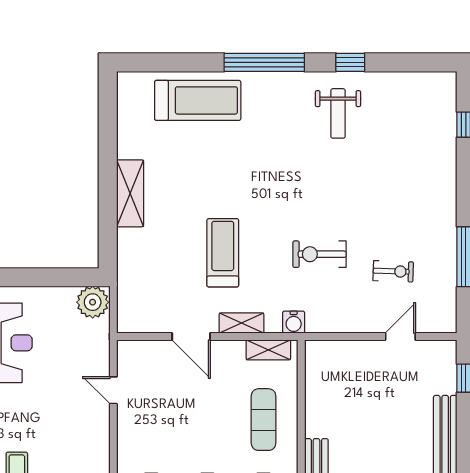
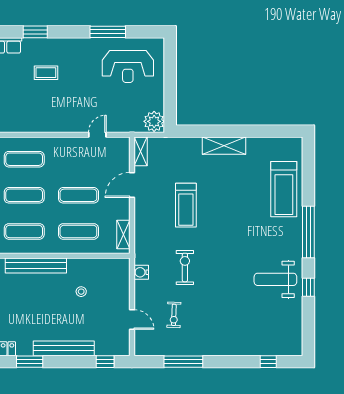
weight bench: (338, 113) -> (275, 279), width x1.36, depth x1.33
treadmill: (223, 253) -> (186, 205), turned 90
water cooler: (294, 322) -> (141, 272), moved
shelving: (242, 323) -> (141, 151), moved
stool: (357, 415) -> (81, 292), added
exercise mat: (207, 420) -> (78, 195), added

